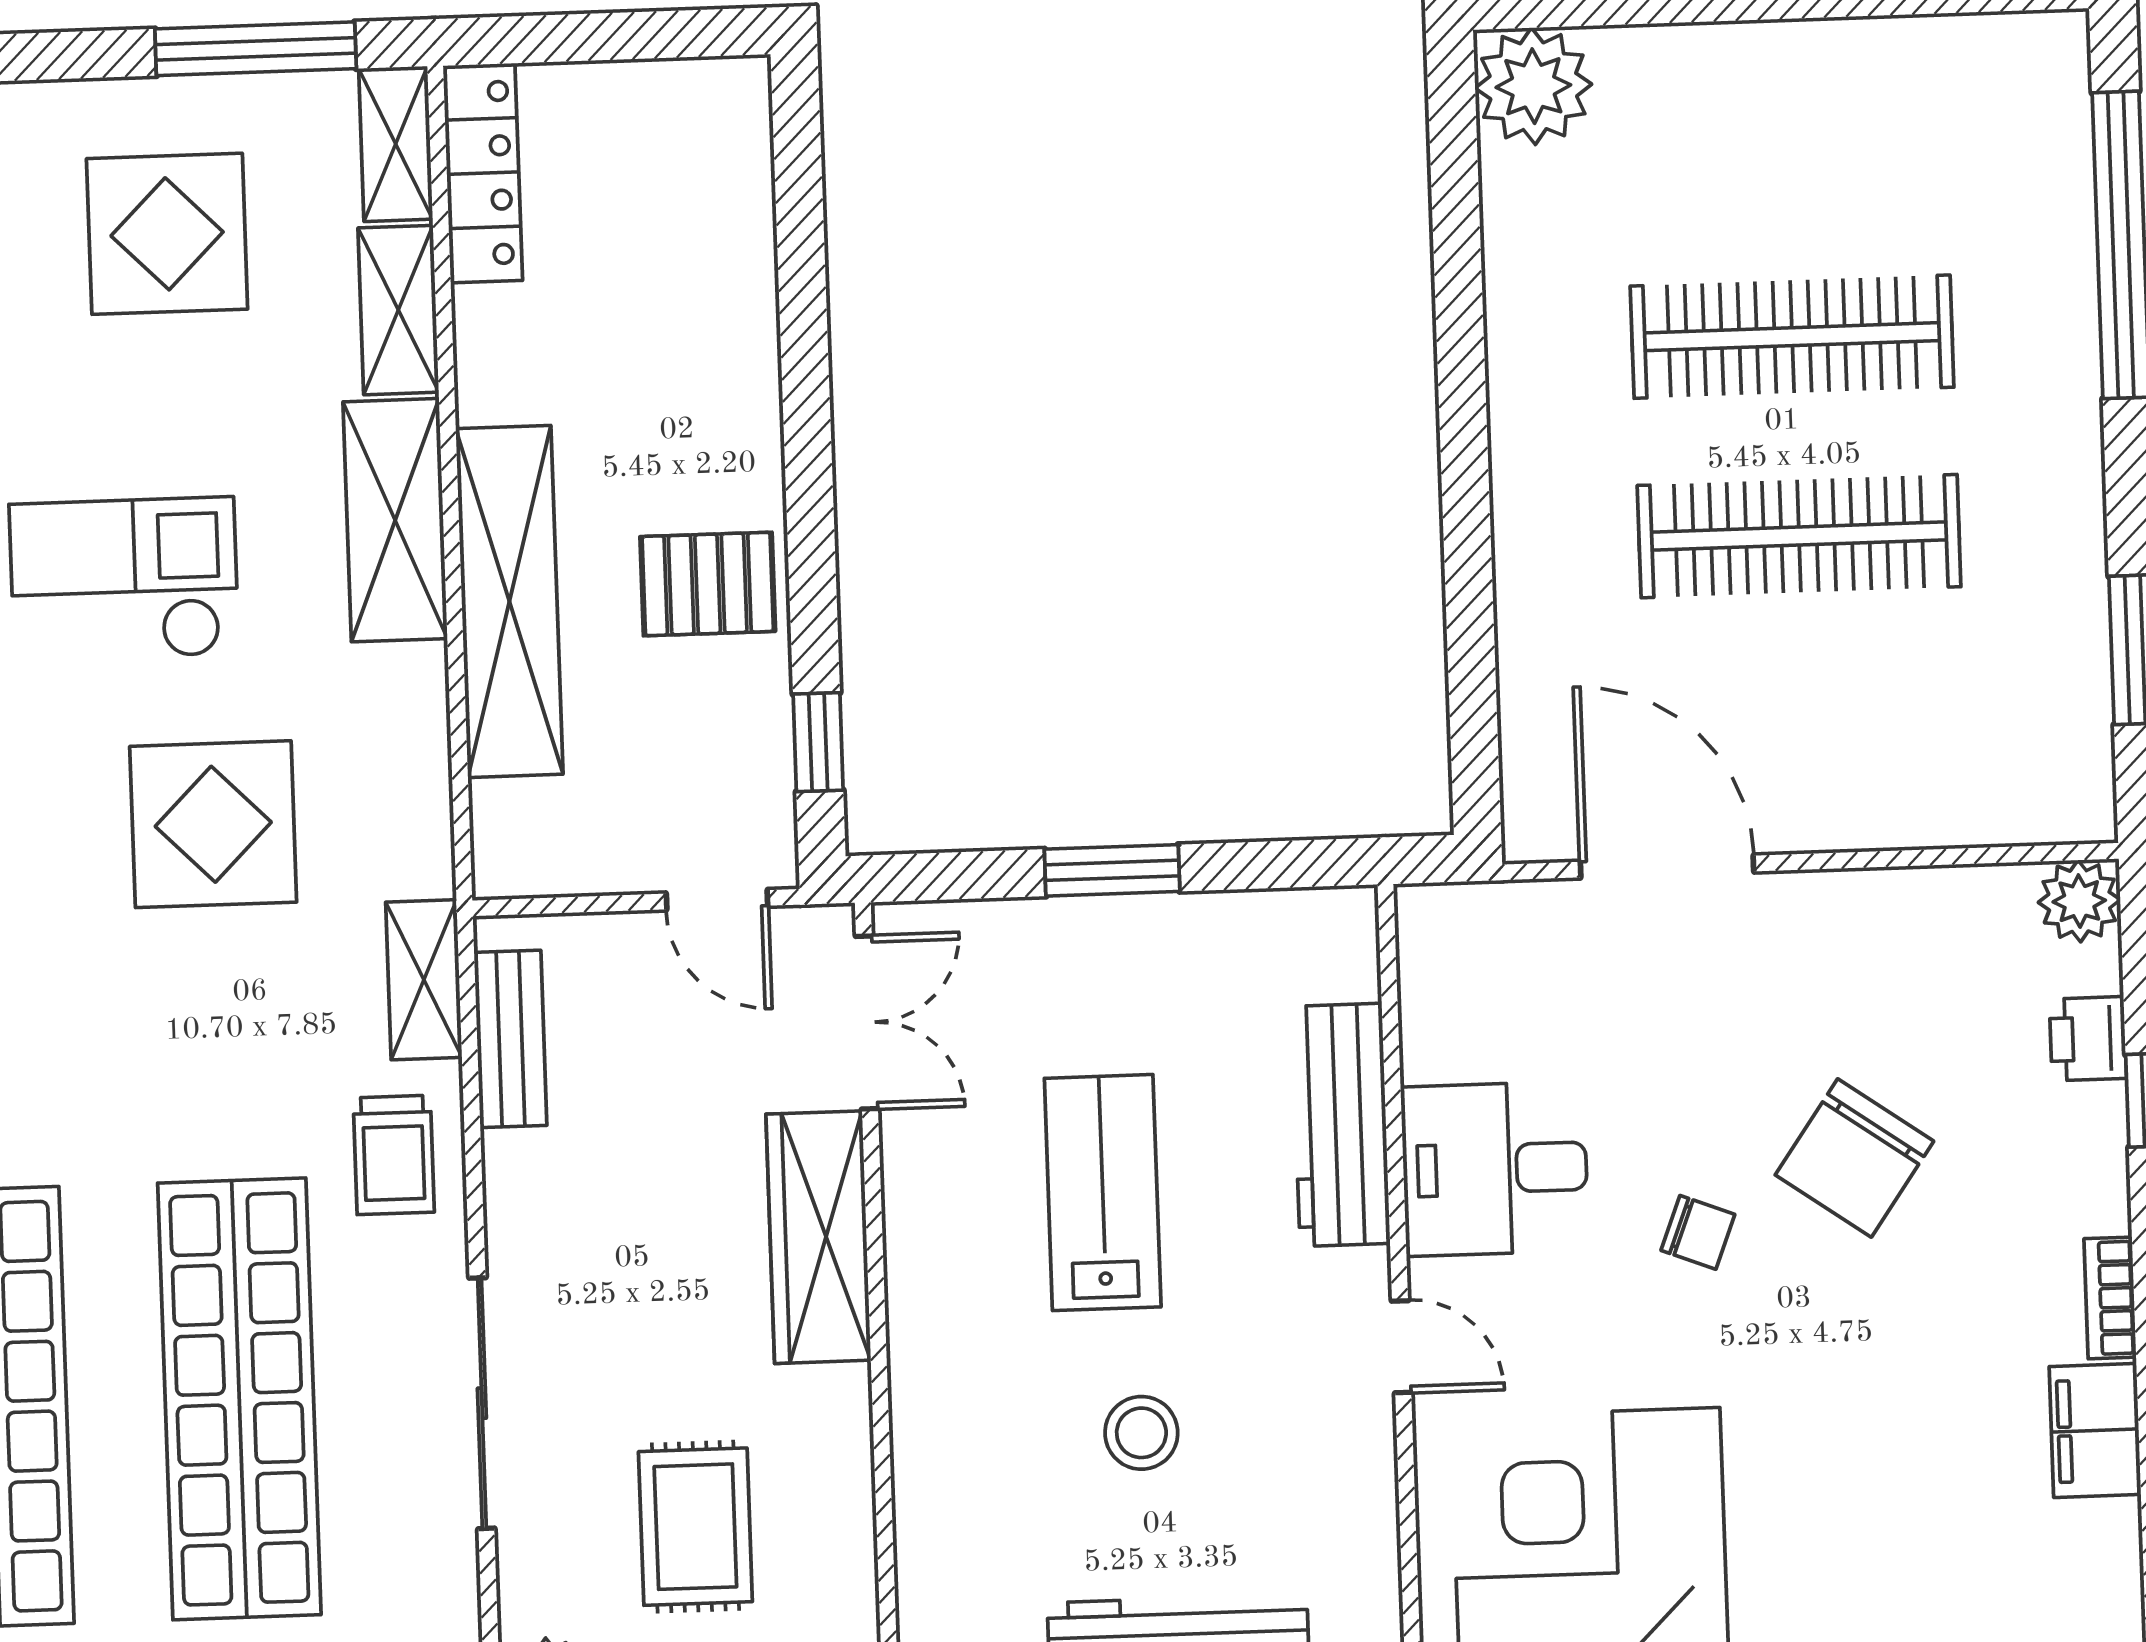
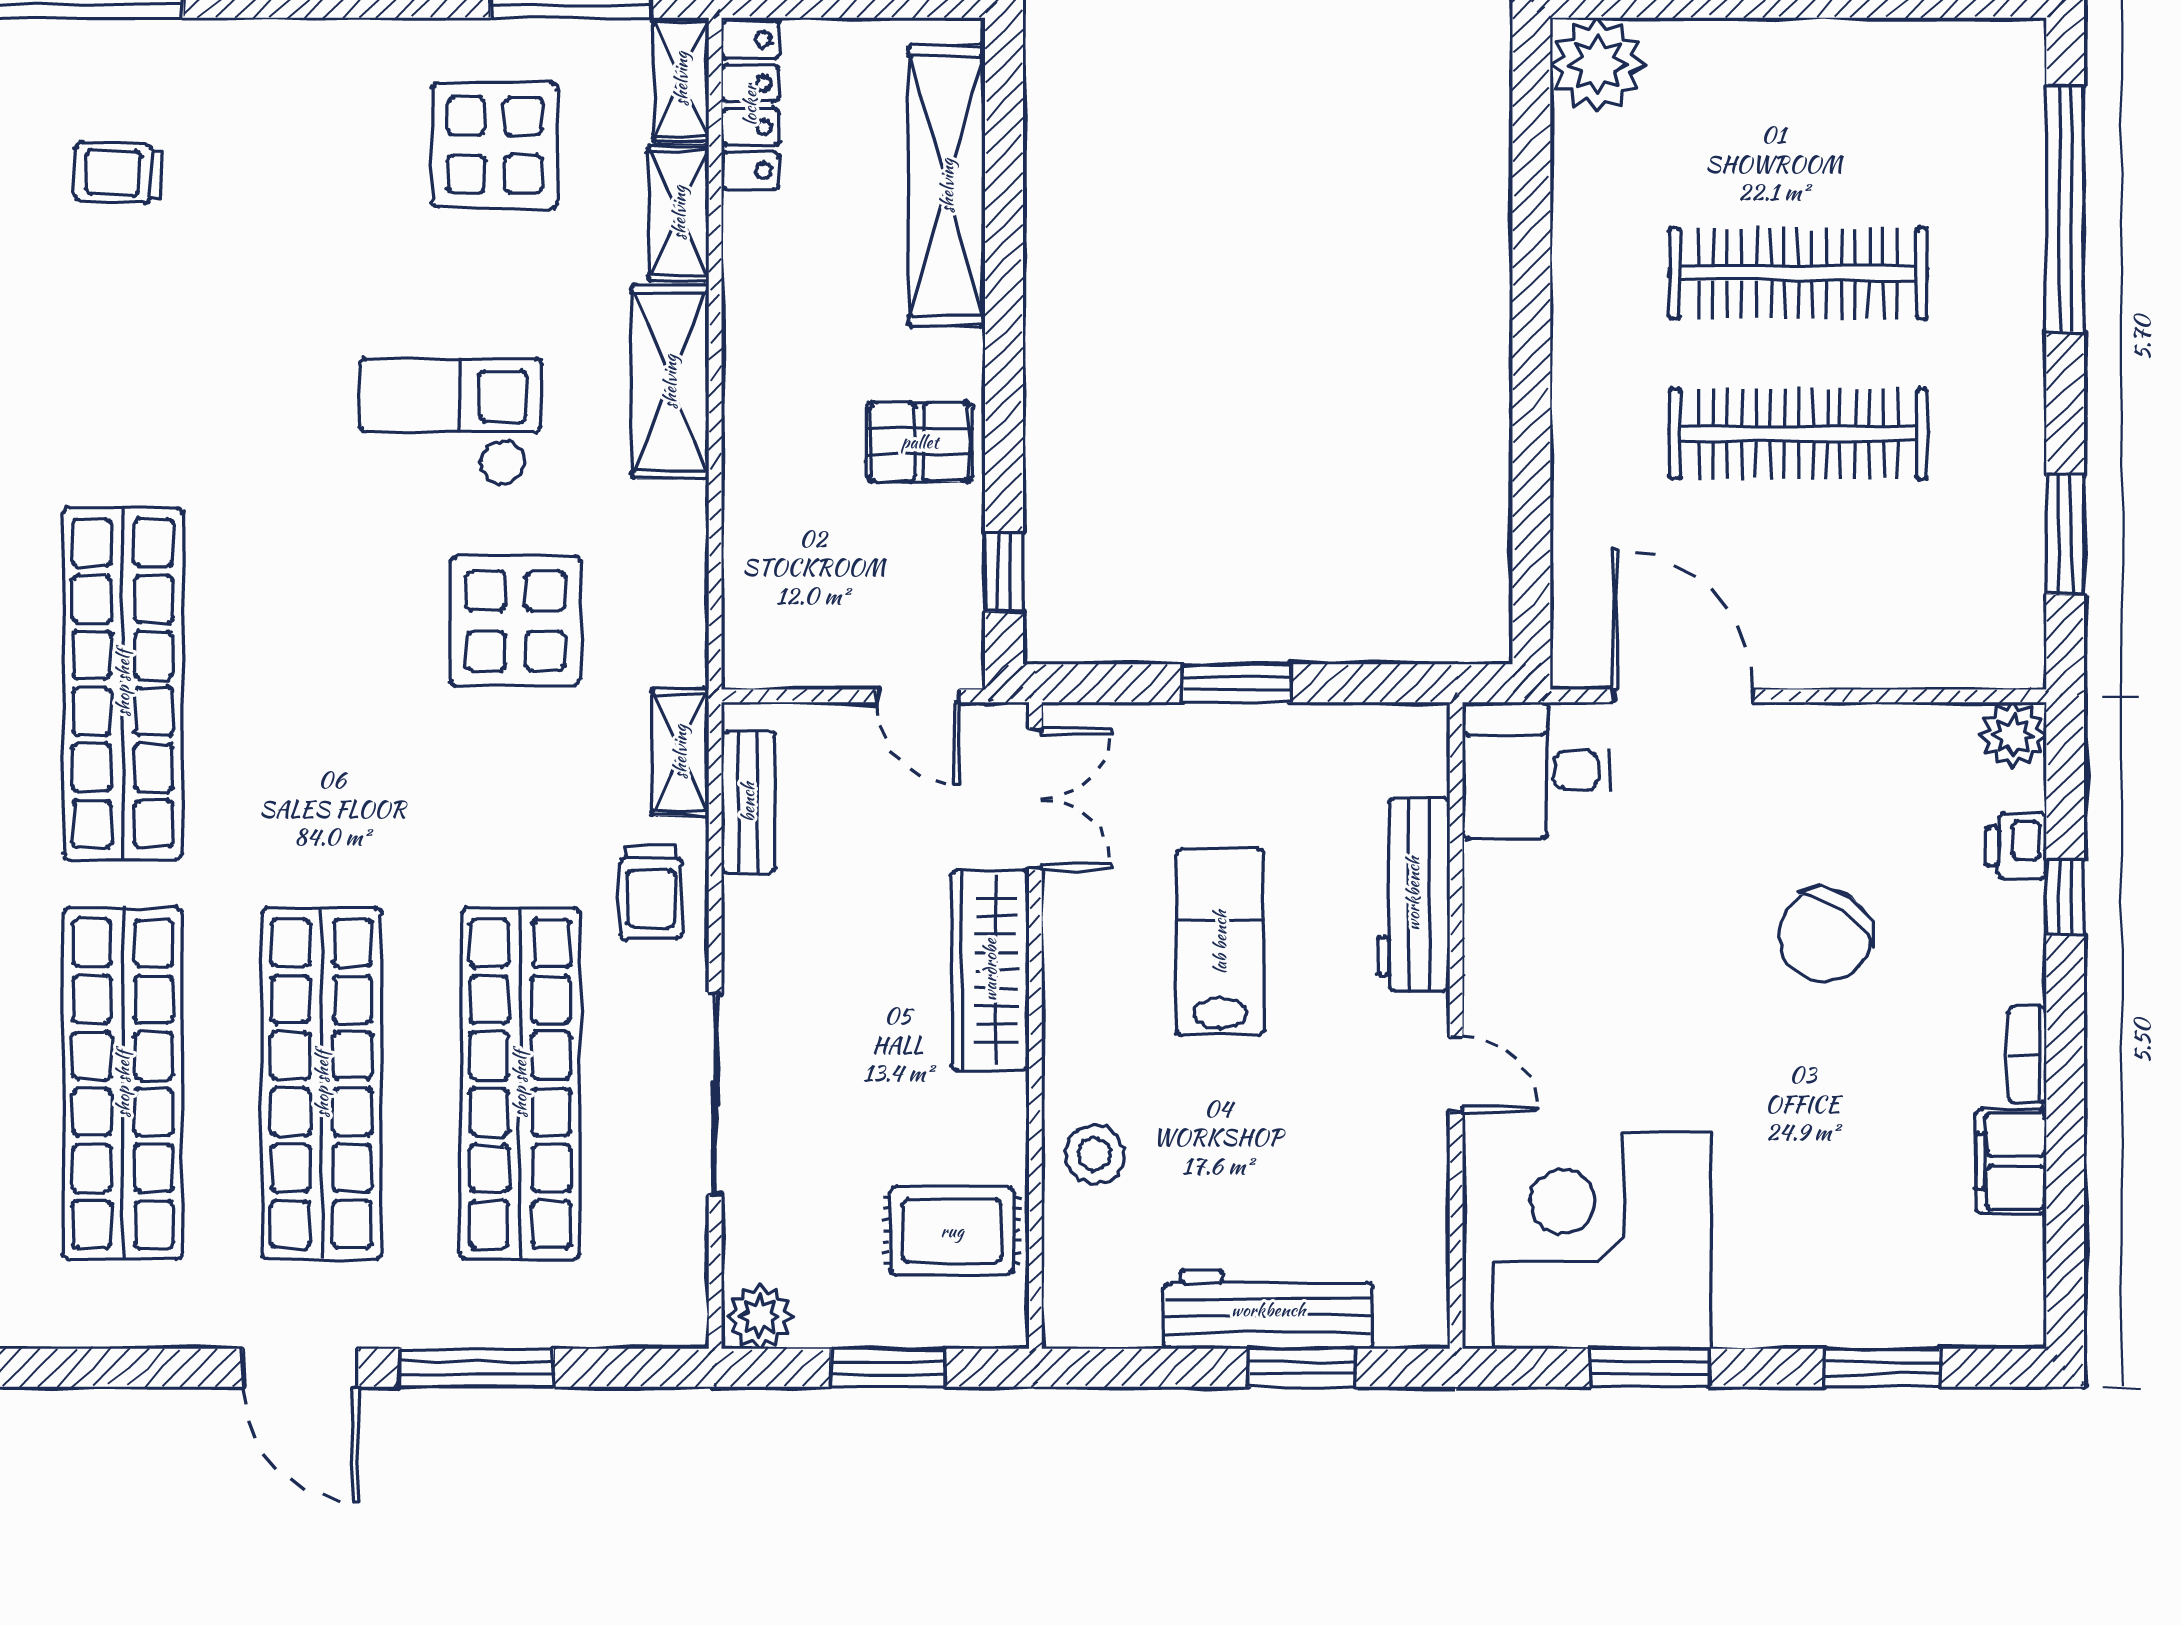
shelving: (509, 601) -> (947, 186), moved
desk: (1495, 1169) -> (1536, 770), moved
chair: (1698, 1232) -> (1697, 991), removed
stool: (1141, 1433) -> (1095, 1155), moved
rug: (695, 1527) -> (952, 1231), moved, turned 90

